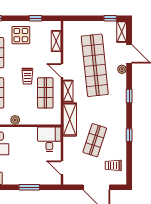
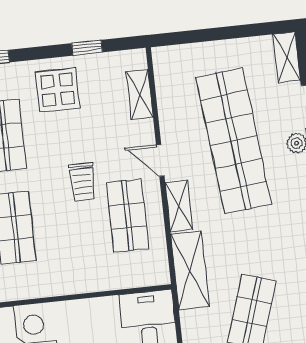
window: (110, 18) -> (257, 30), removed
plant: (15, 120) -> (65, 285), removed

